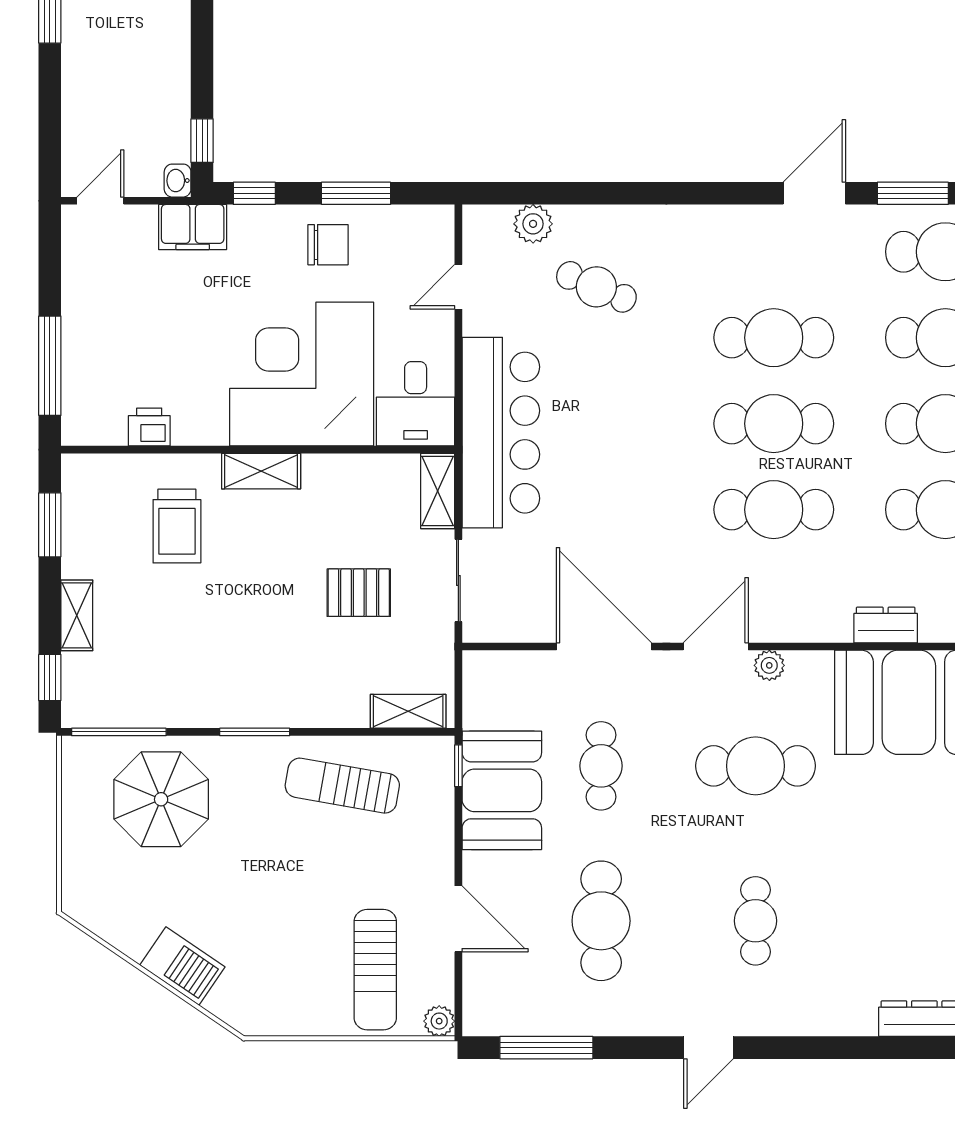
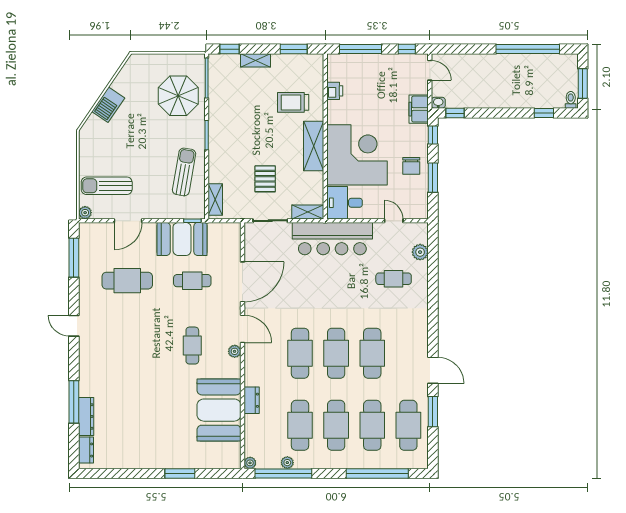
window: (50, 255) -> (407, 49), added
cafe table: (596, 287) -> (394, 279), turned 67
shelving: (261, 471) -> (314, 146), width x1.50, depth x1.33
cafe table: (756, 766) -> (192, 346), width x0.73, depth x0.74
cafe table: (756, 921) -> (127, 346), removed
window: (889, 1048) -> (74, 402), added

